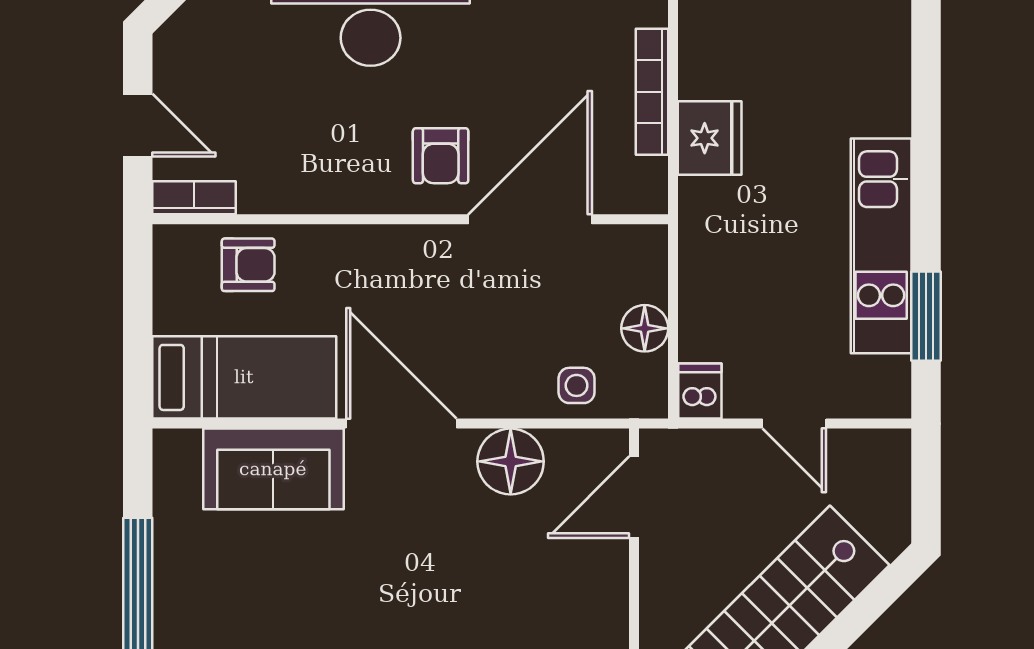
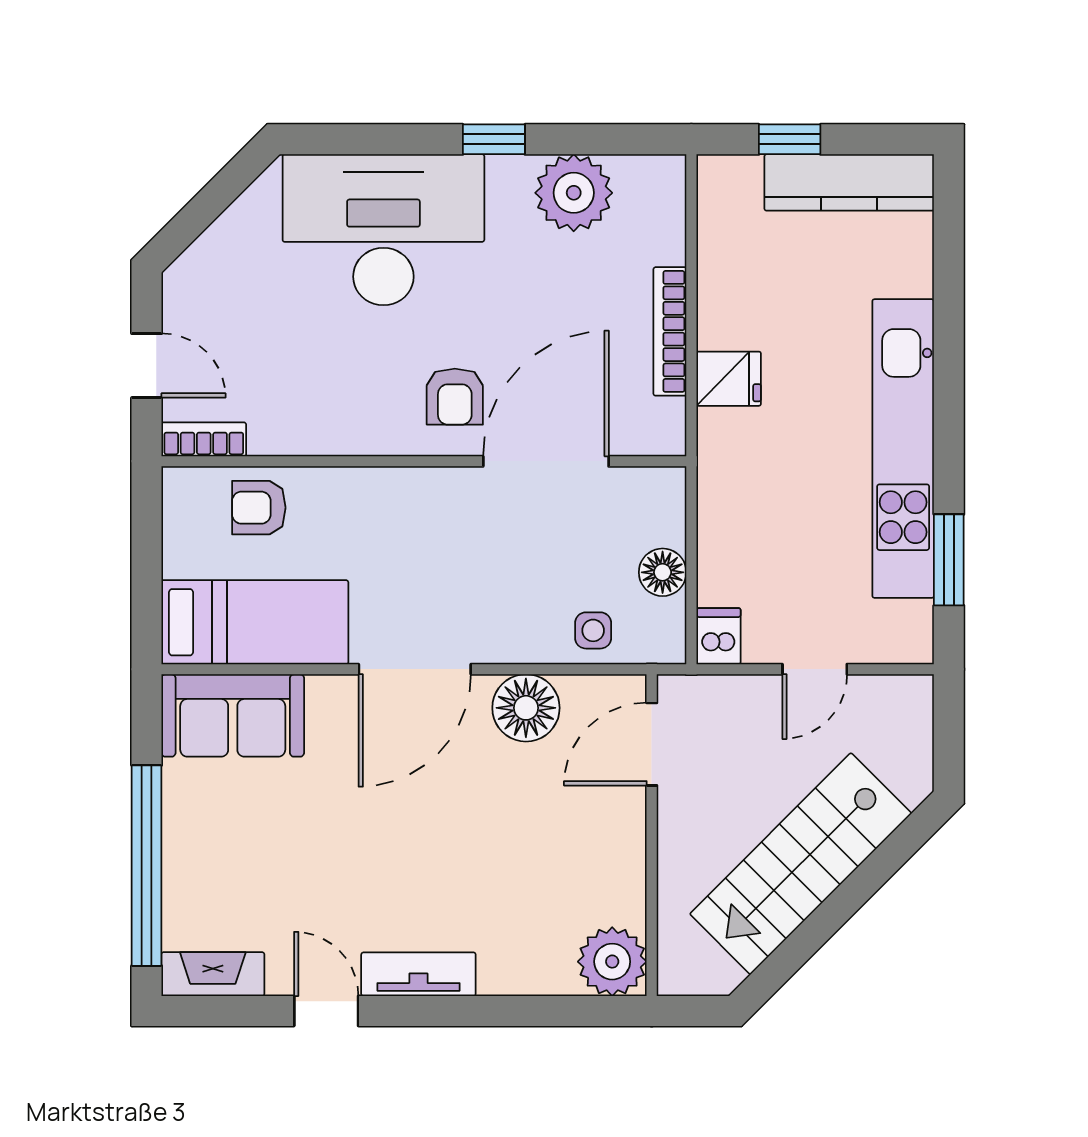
fridge: (710, 138) -> (729, 379), width x0.72
kitchen unit: (881, 246) -> (903, 449), width x1.36
armchair: (248, 265) -> (259, 508), turned 180
door: (401, 424) -> (415, 669), swing flipped
door: (794, 424) -> (815, 669), hinge flipped
sofa: (273, 469) -> (233, 715), moved

